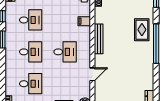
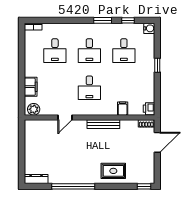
window: (156, 44) -> (73, 186), moved
door: (92, 74) -> (65, 117), hinge flipped

